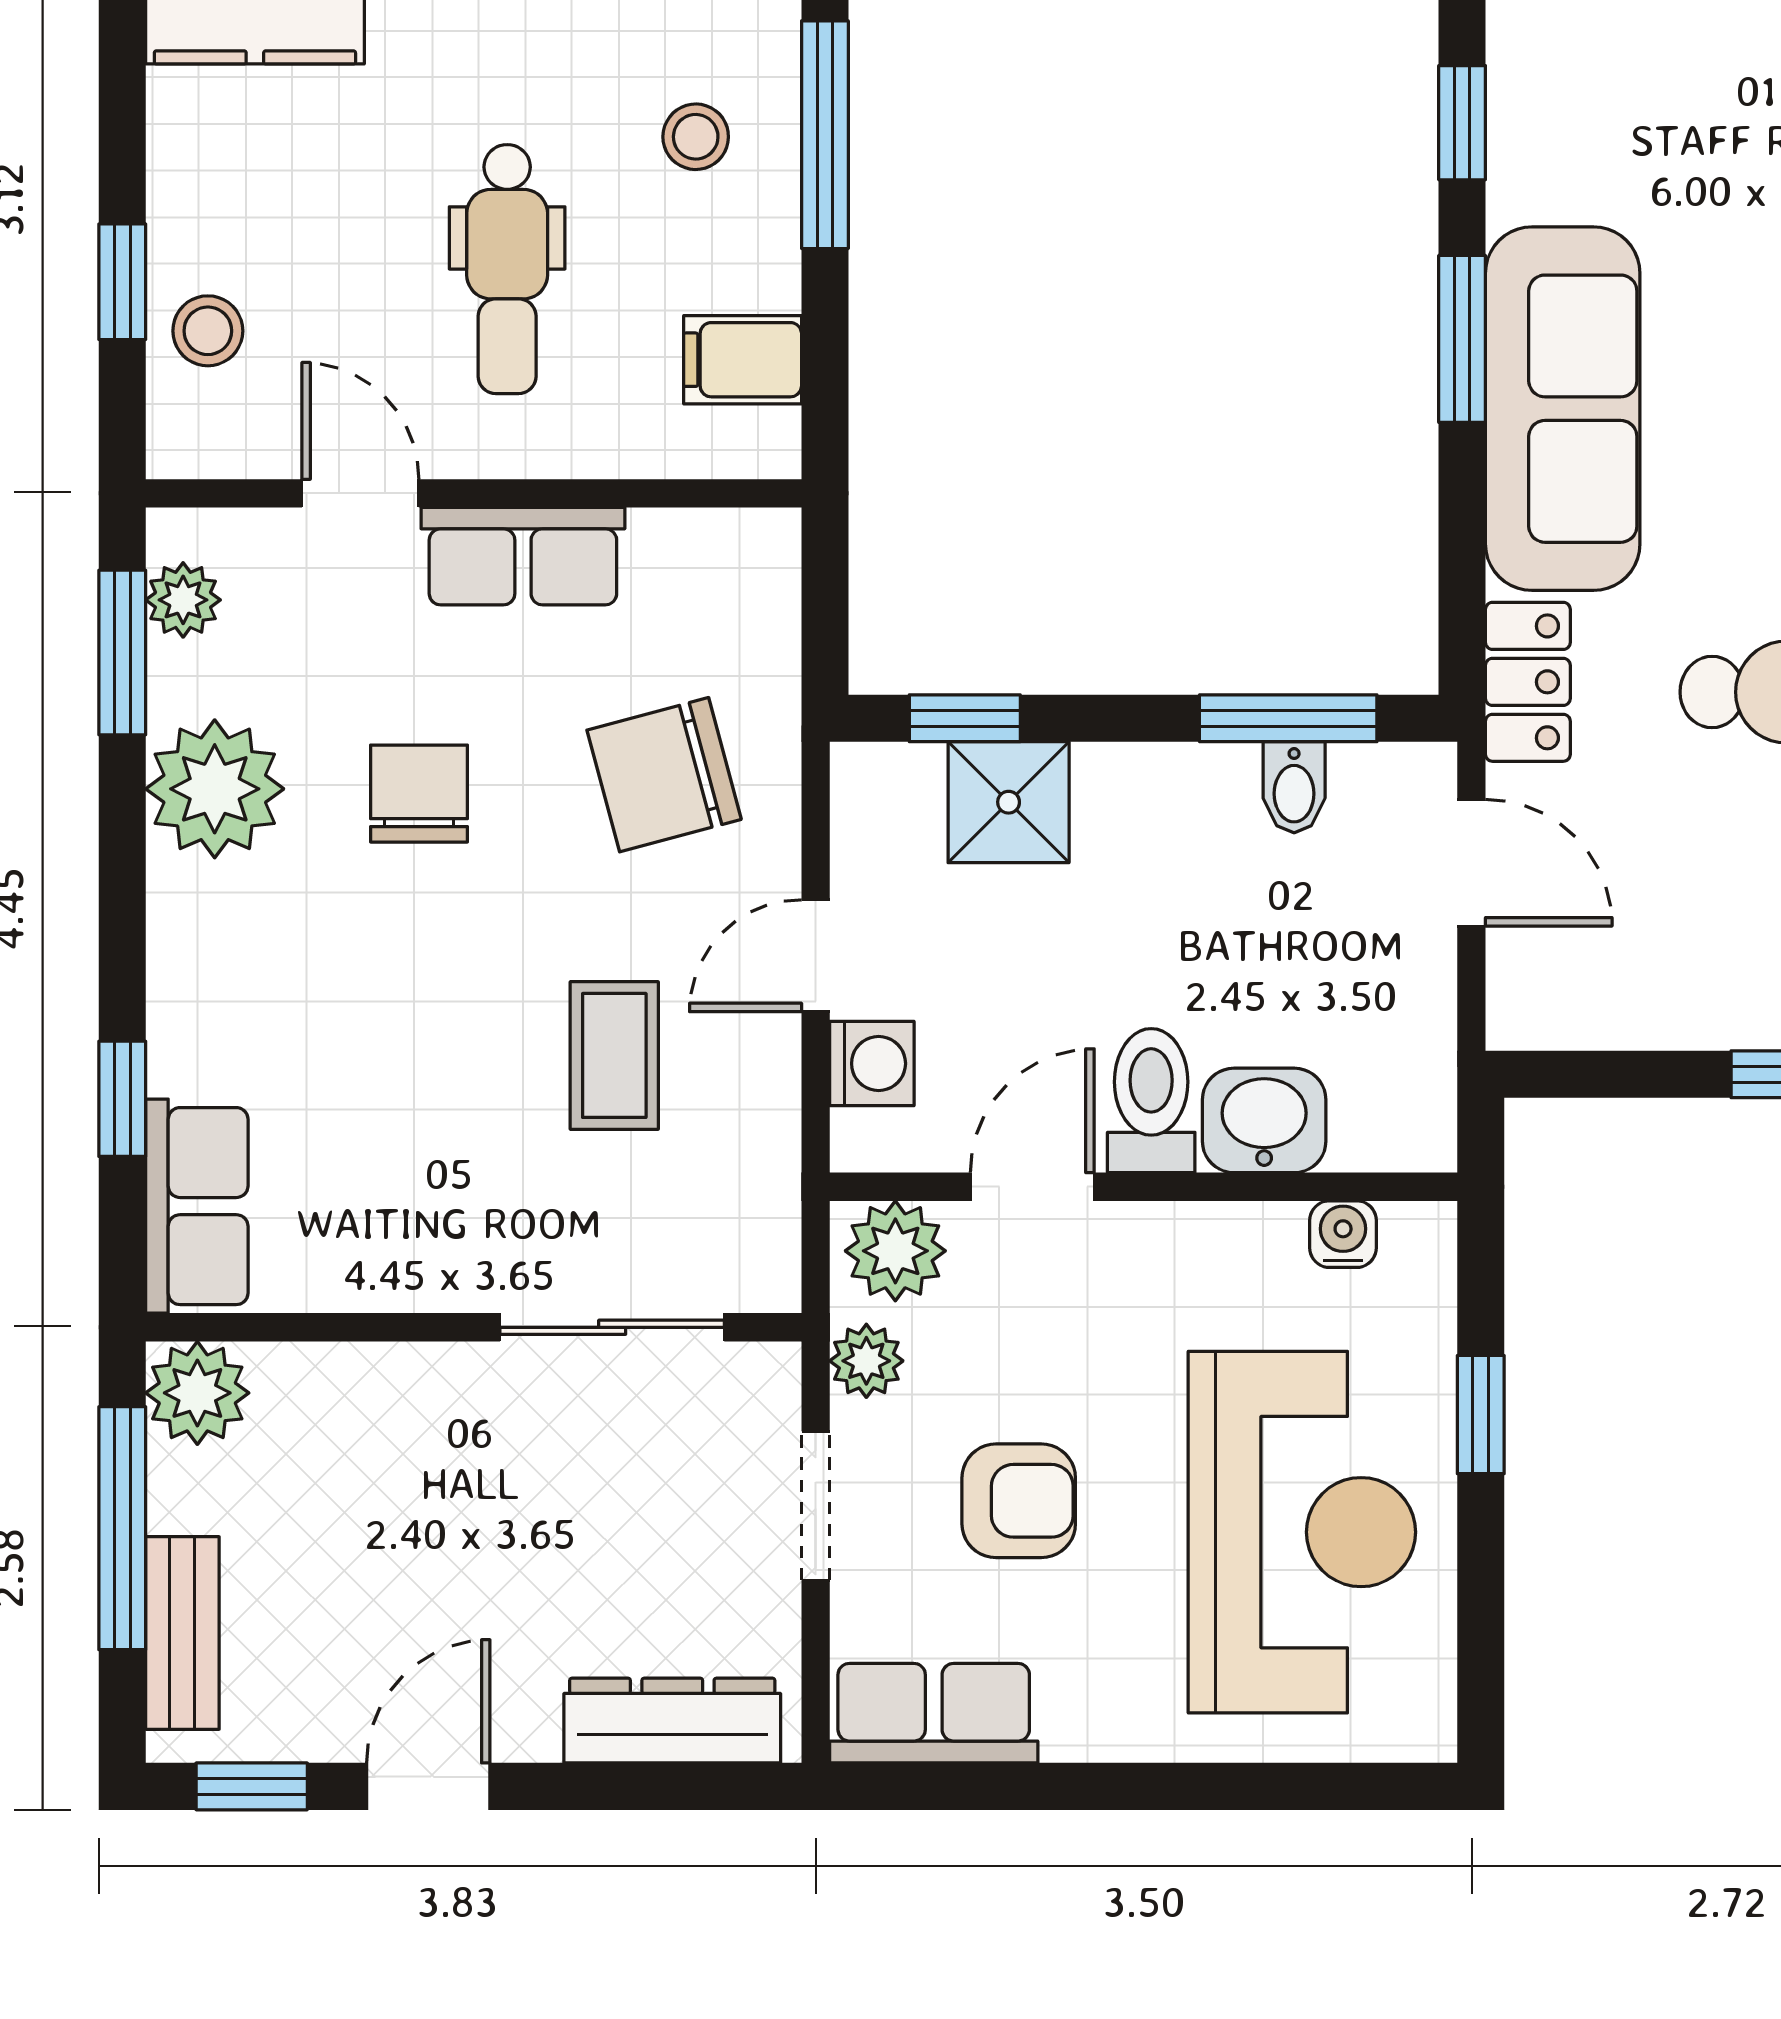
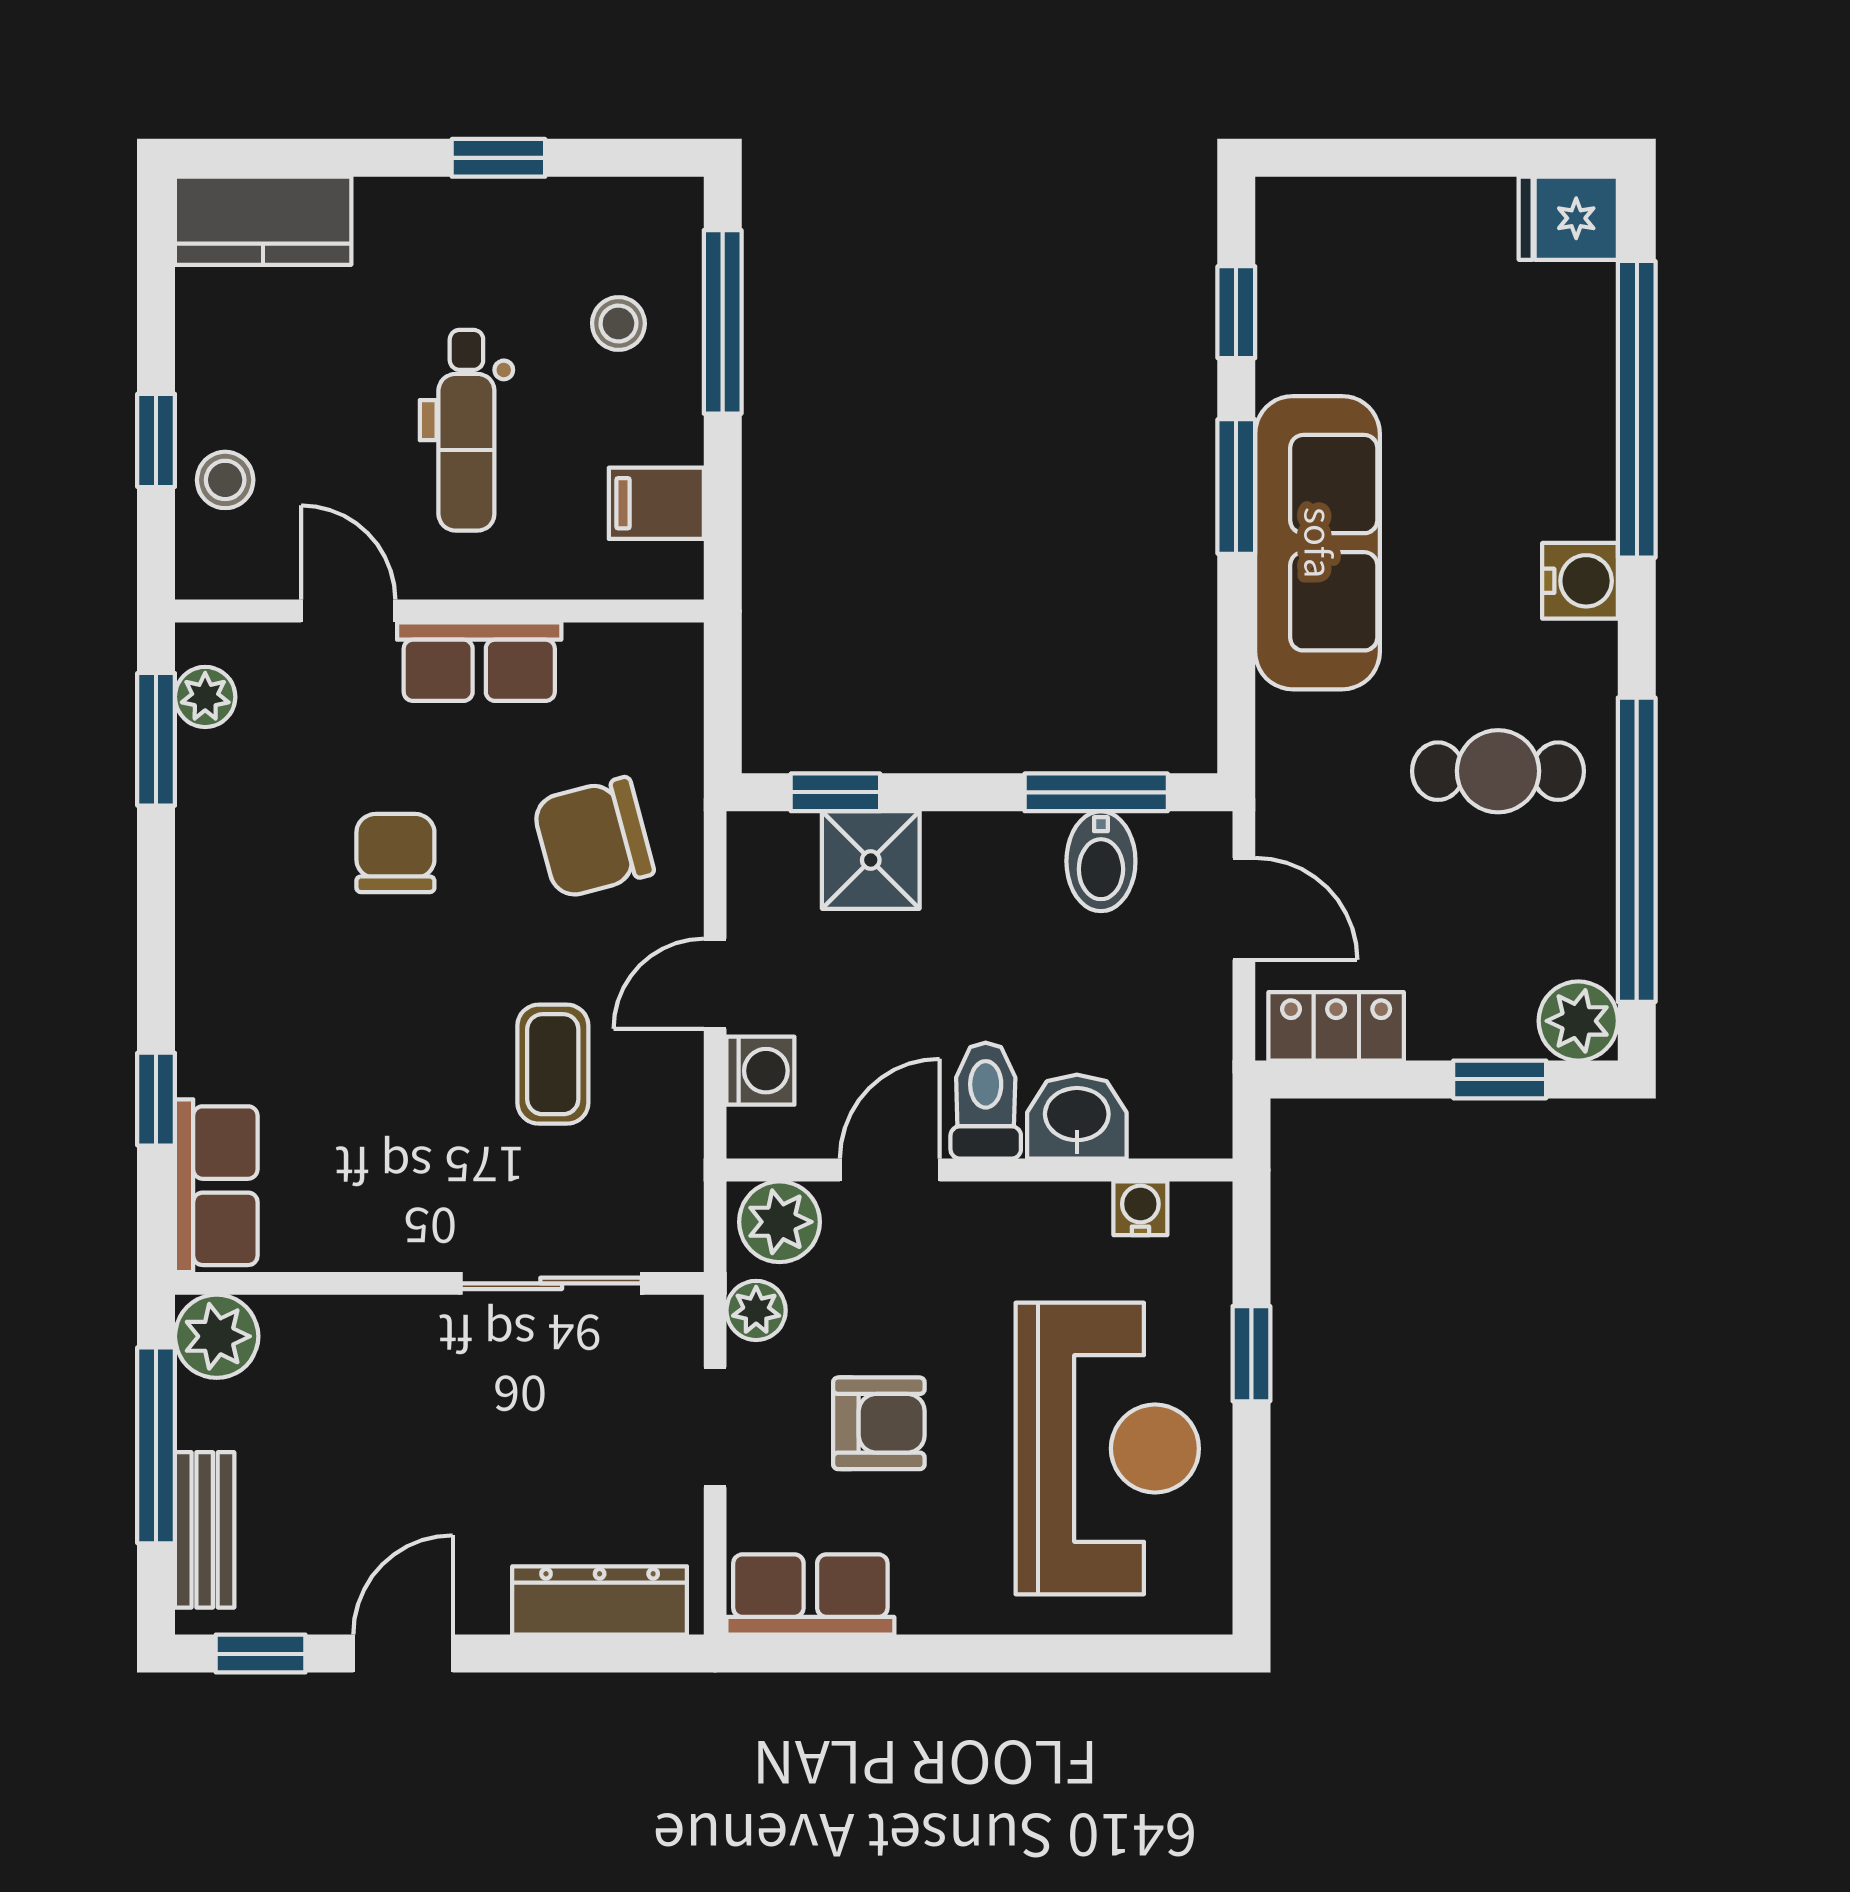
locker: (1528, 682) -> (1336, 1026), moved, turned -90
bidet: (1294, 787) -> (1101, 861), width x1.38, depth x1.36
plant: (215, 789) -> (231, 849), removed

